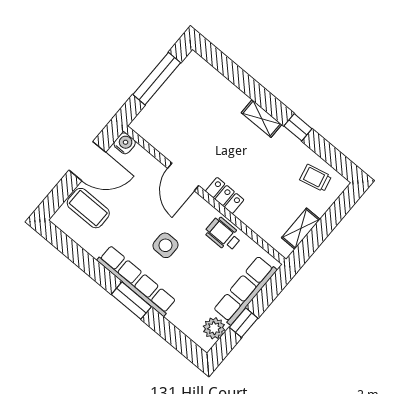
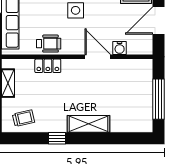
shelving: (262, 119) -> (88, 124), width x1.50, depth x1.33
water cooler: (125, 143) -> (120, 48), moved
locker: (225, 195) -> (48, 66), moved

